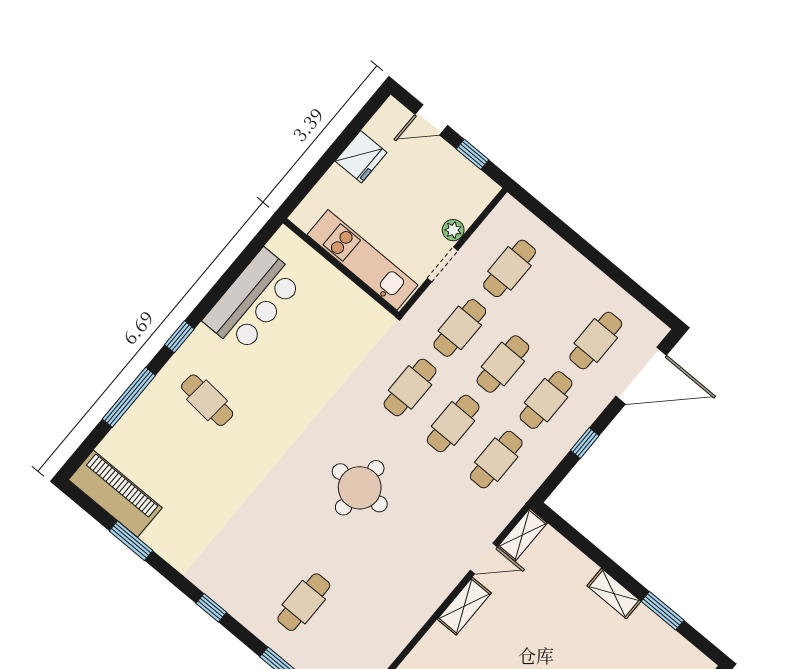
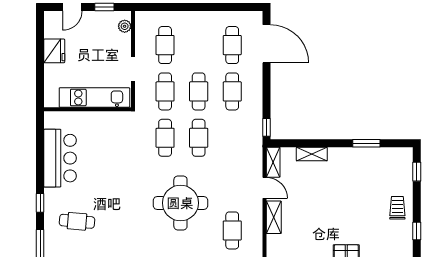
plant: (453, 230) -> (125, 26), moved
door: (641, 376) -> (266, 44), hinge flipped
window: (585, 443) -> (266, 127), moved
cafe table: (496, 460) -> (232, 230), moved
round table: (360, 488) -> (180, 203), width x1.36, depth x1.36
door: (484, 558) -> (264, 188), hinge flipped
shelving: (614, 594) -> (312, 154), moved

